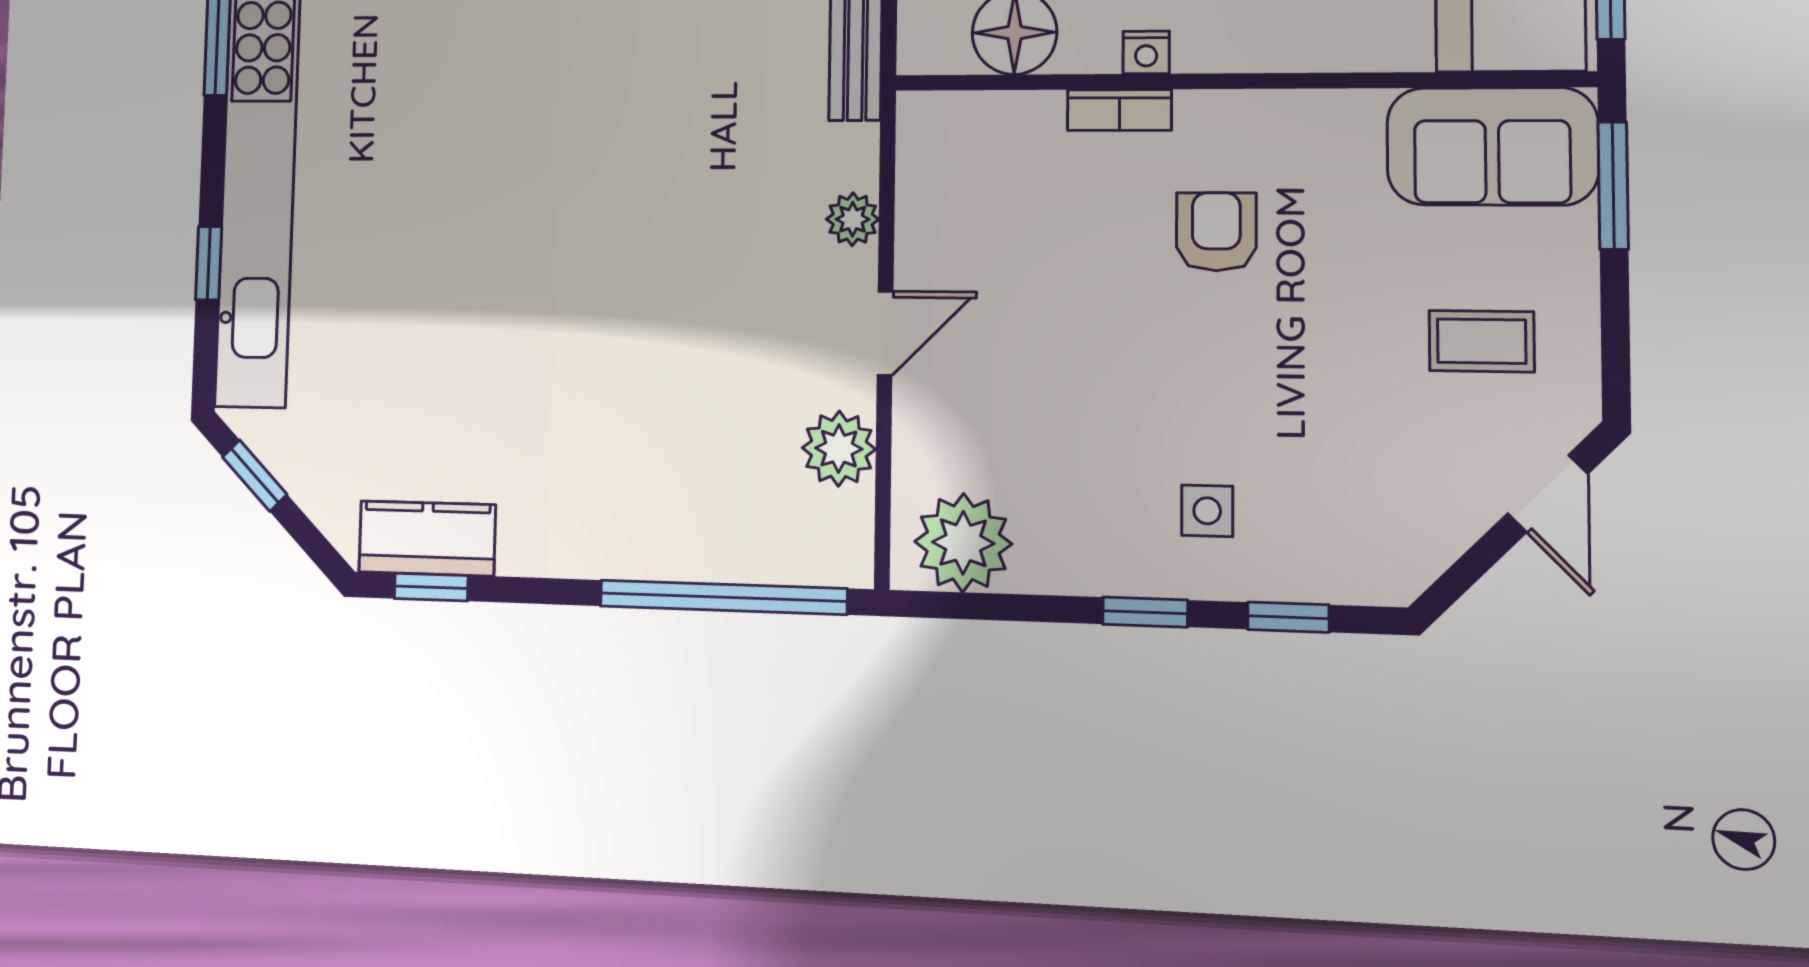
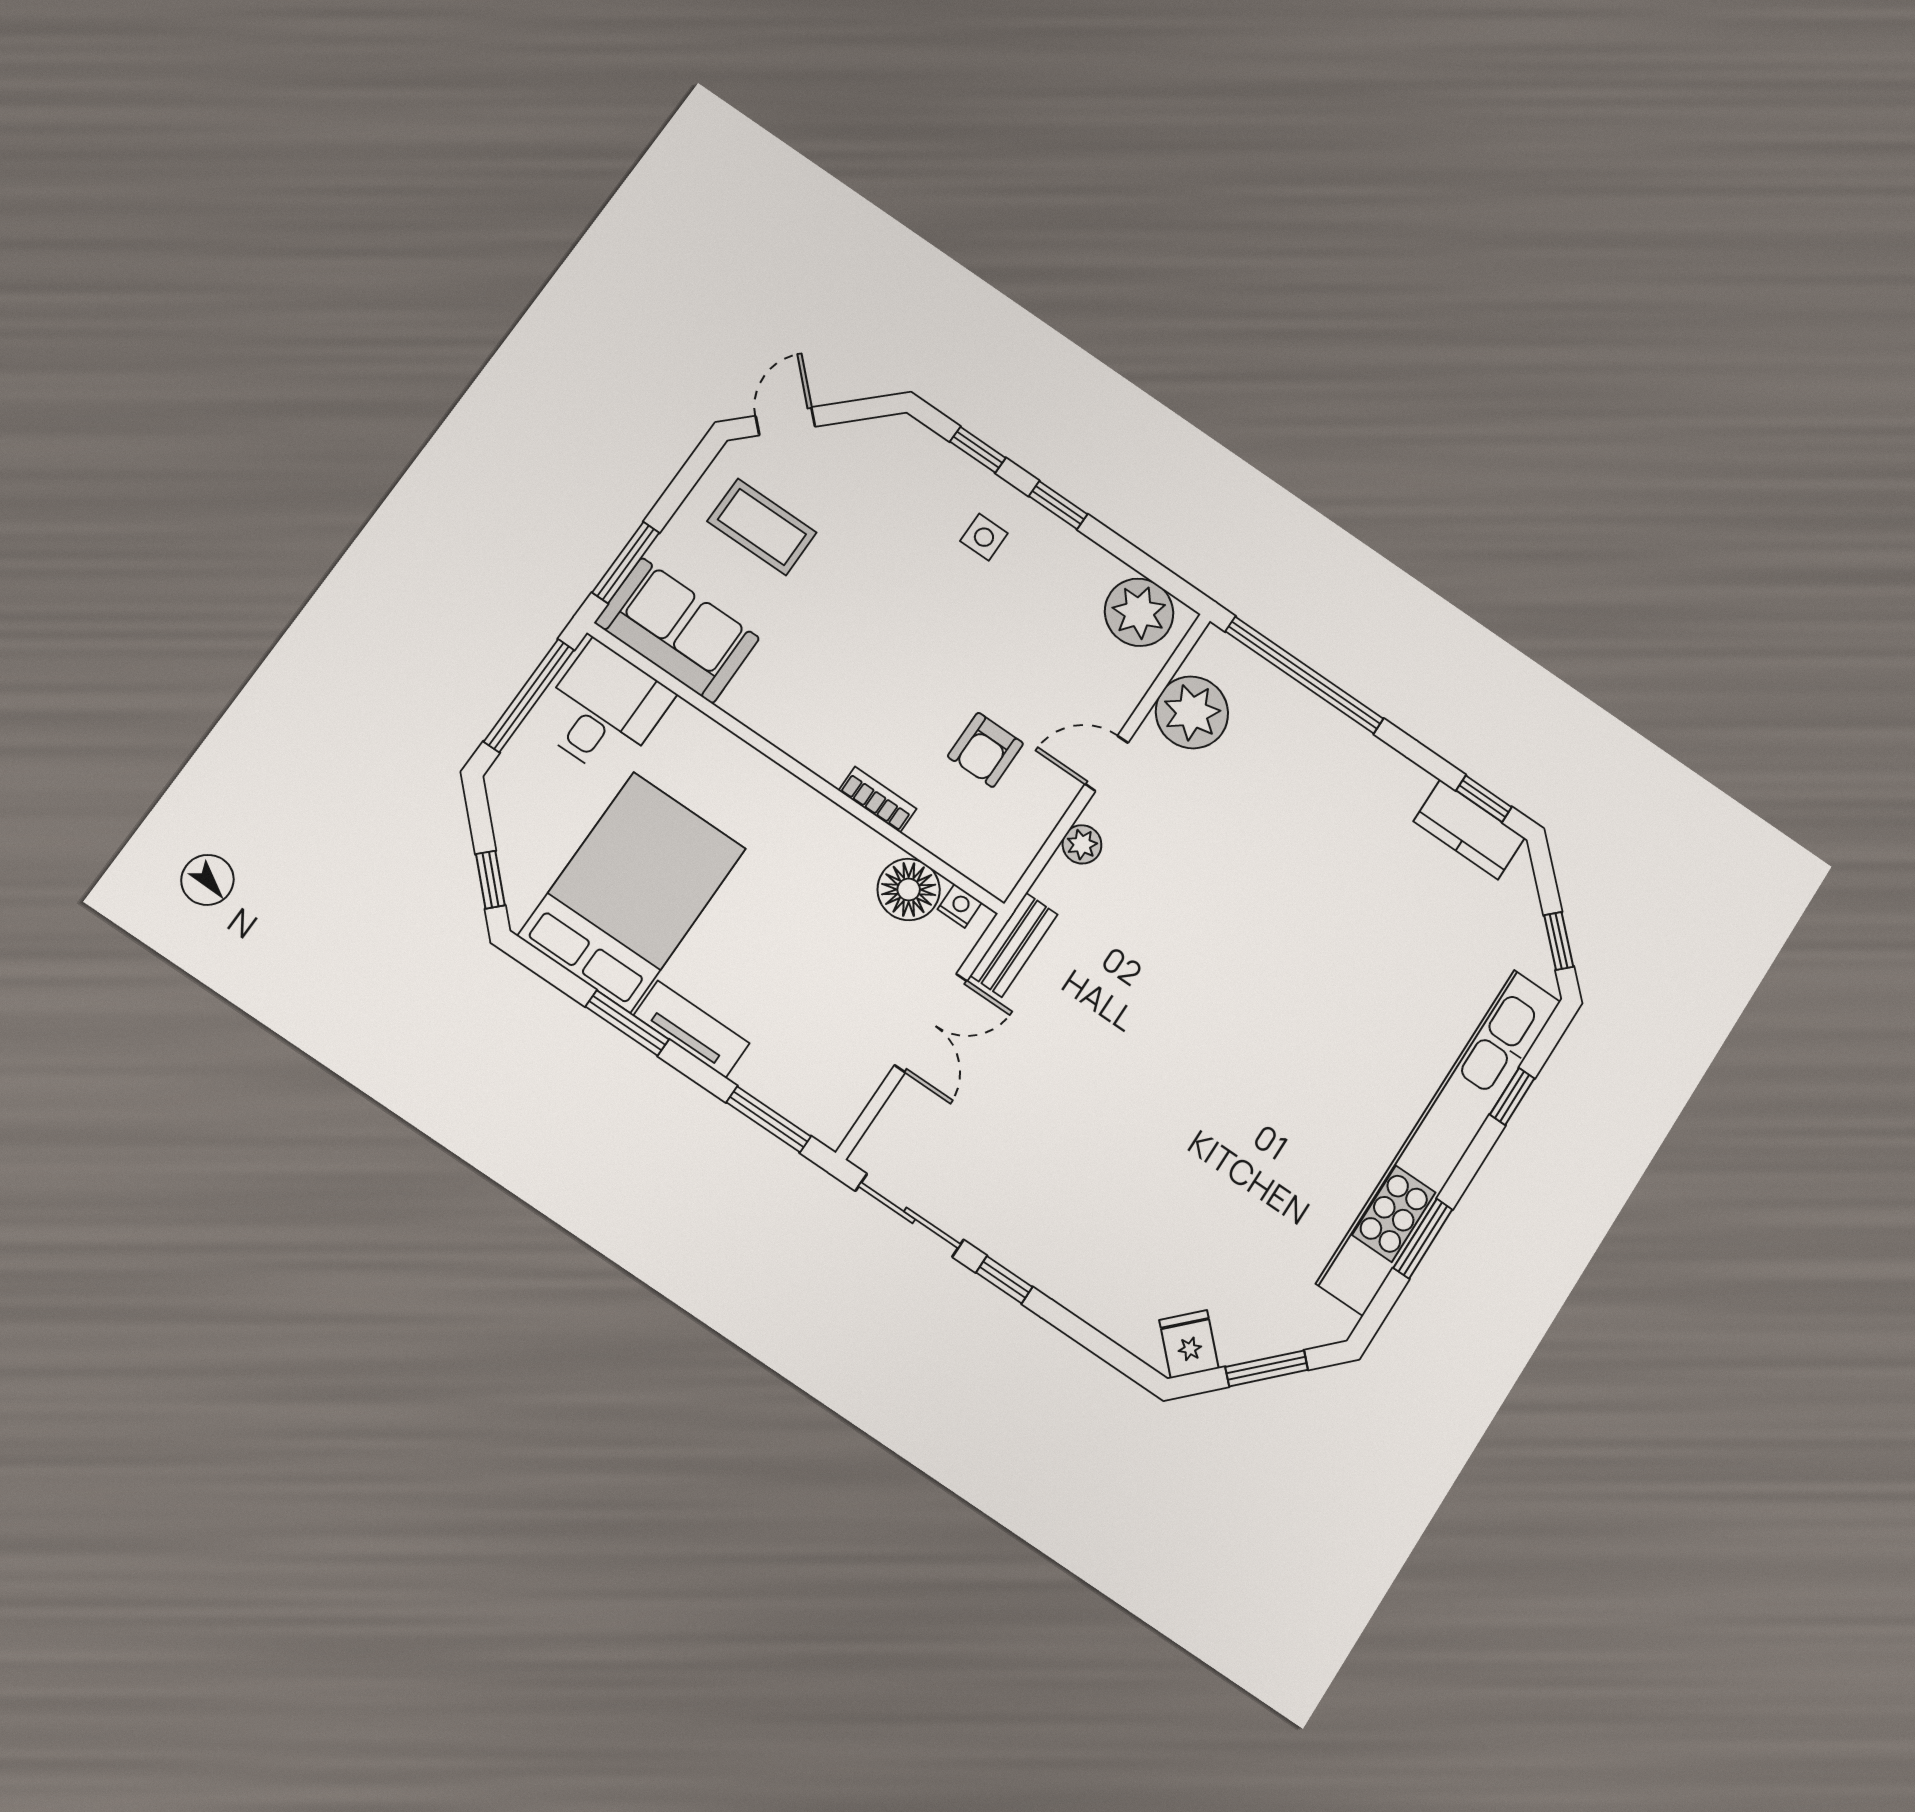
nightstand: (1146, 52) -> (960, 906), moved
armchair: (1216, 232) -> (985, 750), moved
coffee table: (1482, 341) -> (762, 527), width x1.36, depth x1.30
plant: (839, 449) -> (1192, 712), width x1.36, depth x1.36

